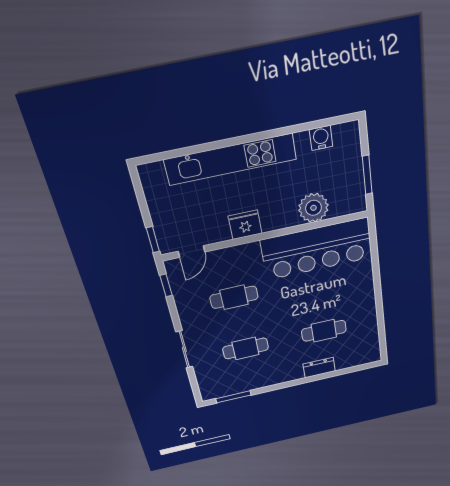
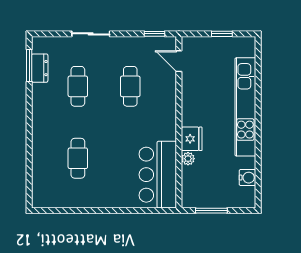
plant: (313, 208) -> (188, 159), width x0.53, depth x0.53
fridge: (245, 225) -> (192, 139), moved
window: (153, 240) -> (222, 34), moved
bar counter: (317, 249) -> (158, 175), width x0.73
dresser: (319, 368) -> (40, 68), moved

